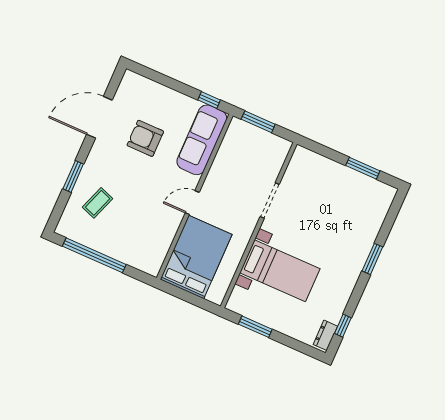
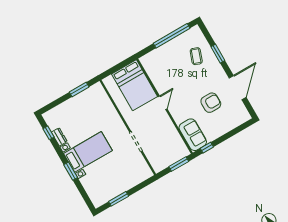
sofa: (202, 140) -> (193, 135), width x0.73
bed with nightstands: (280, 271) -> (88, 152), moved, turned 180
dresser: (325, 335) -> (59, 137), moved

